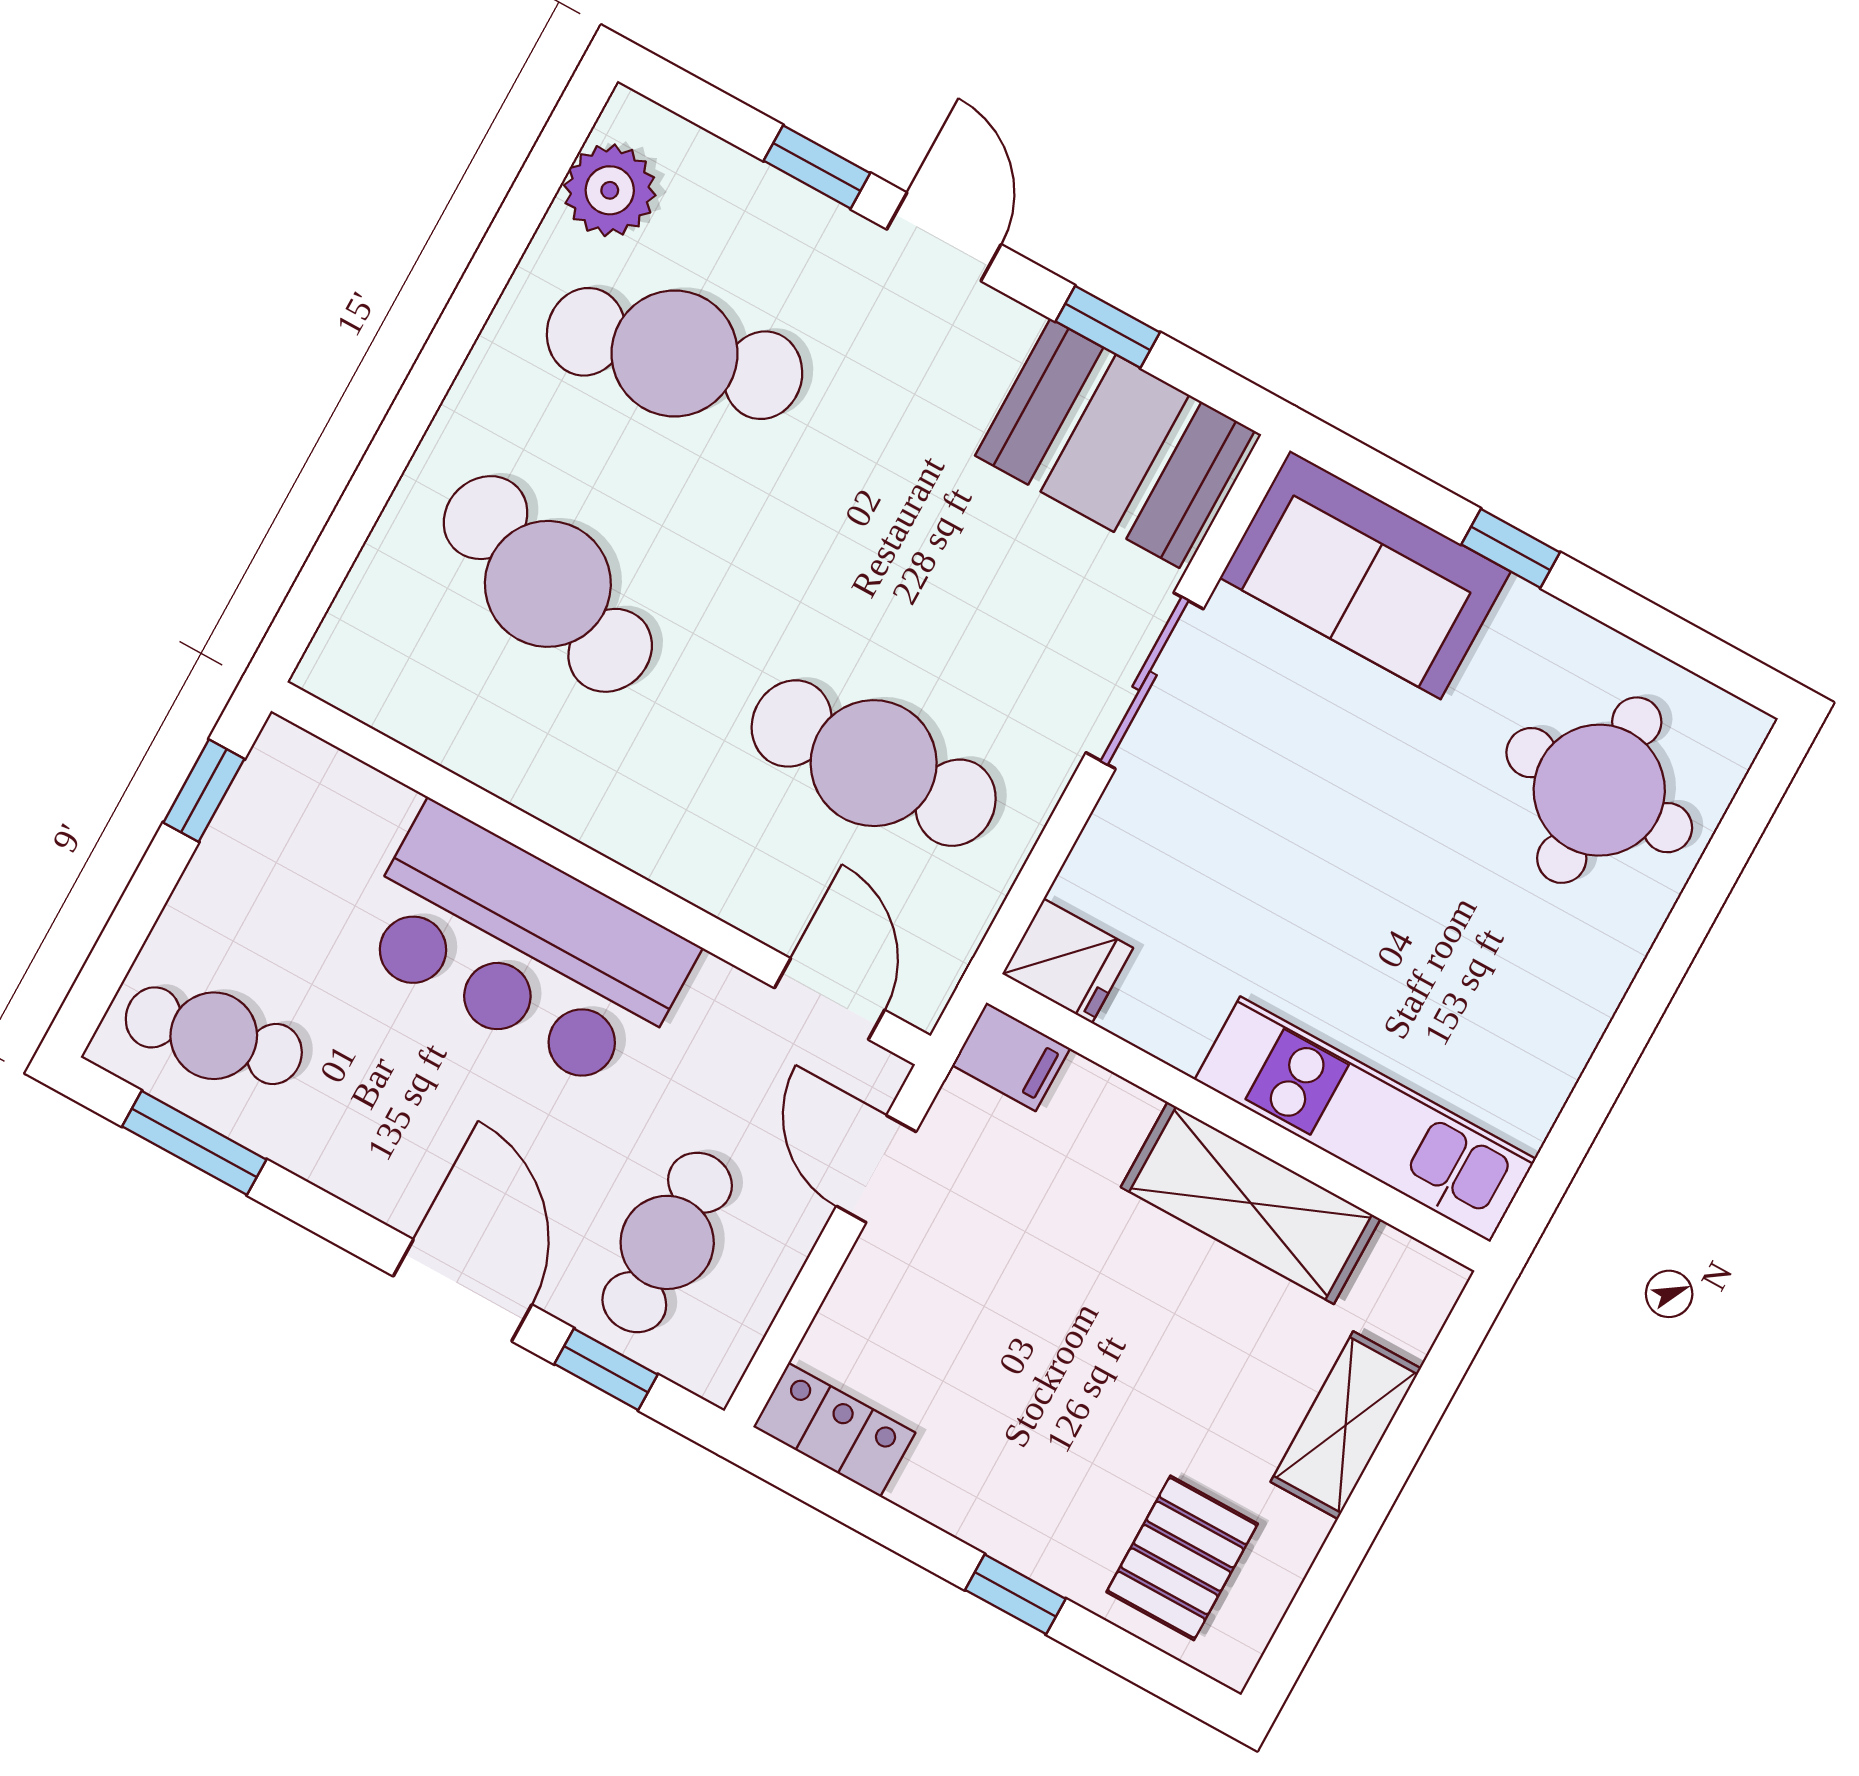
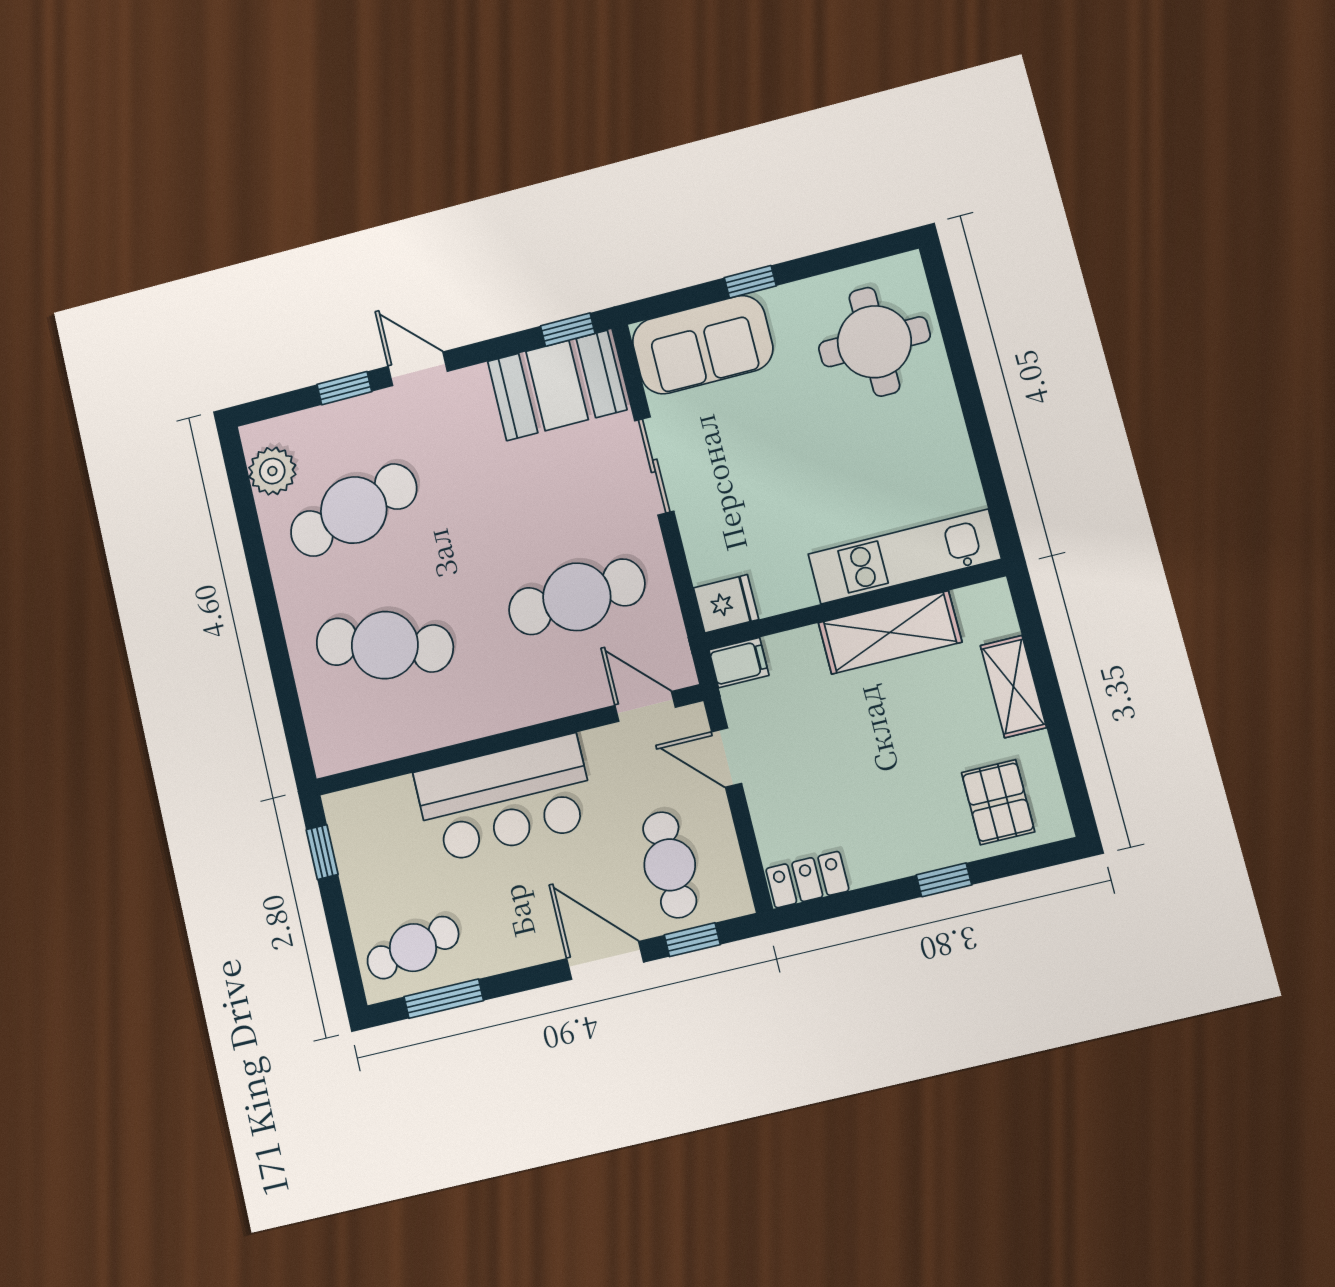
window: (1108, 327) -> (568, 330), moved

